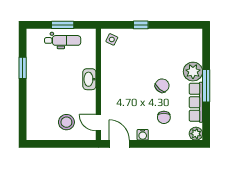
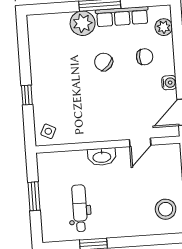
dental chair: (63, 40) -> (80, 208), moved
stool: (66, 122) -> (166, 209), moved
door: (98, 123) -> (140, 142), moved
plant: (196, 134) -> (164, 27), moved

